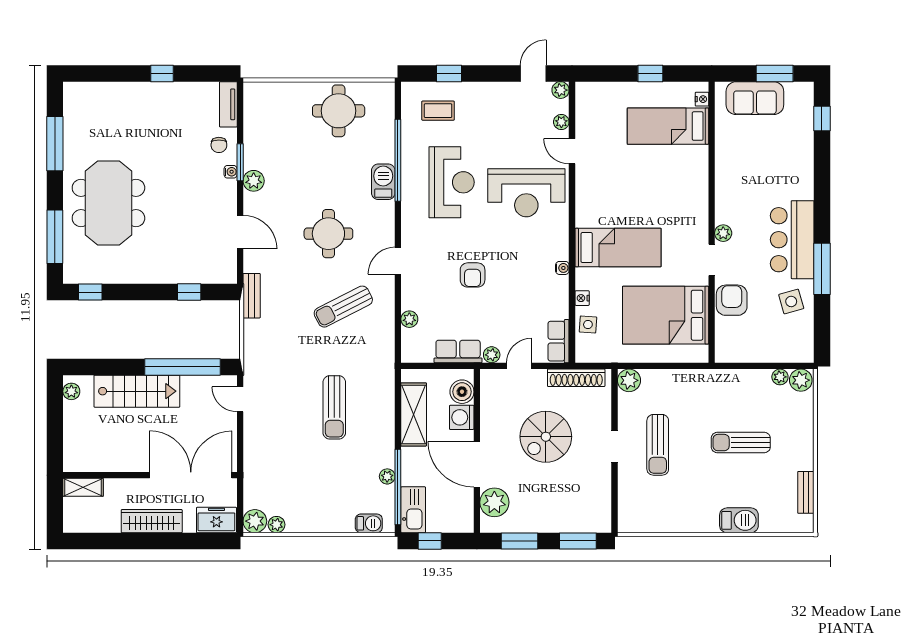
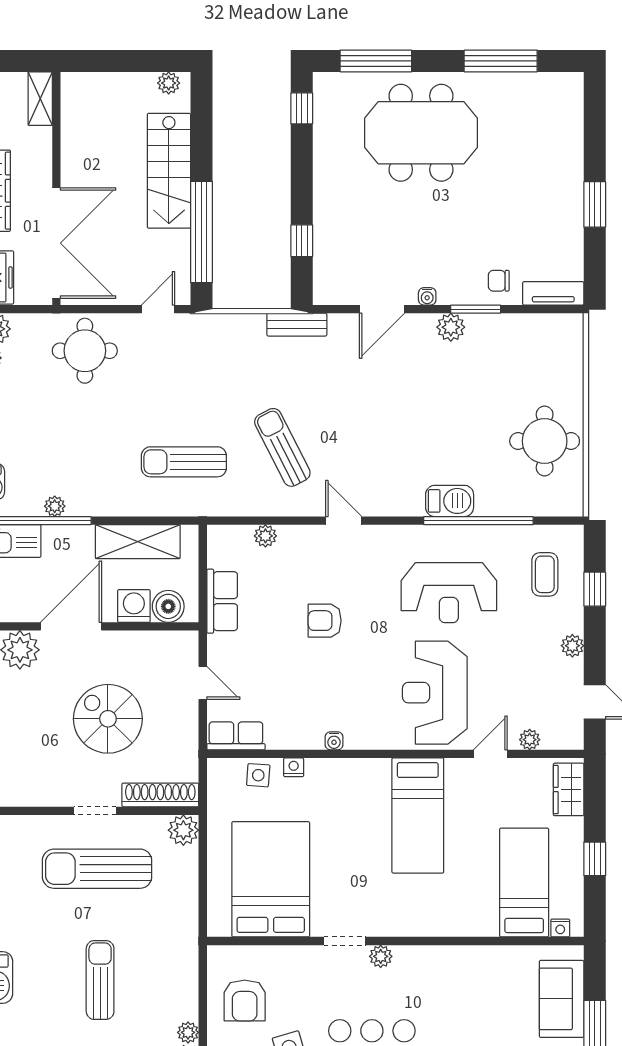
window: (162, 73) -> (595, 204), width x1.50
plant: (561, 90) -> (572, 646), moved
wardrobe: (599, 93) -> (569, 789), added
water cooler: (231, 172) -> (427, 296), moved
round table: (328, 234) -> (85, 351), moved
bed: (618, 248) -> (418, 815), moved
armchair: (732, 300) -> (245, 1000), moved, turned 90
plant: (492, 355) -> (218, 646), removed
shoe rack: (576, 378) -> (160, 795), moved, turned 90
sun lounger: (334, 407) -> (184, 462), moved
sun lounger: (658, 445) -> (97, 869), width x1.36, depth x1.34

